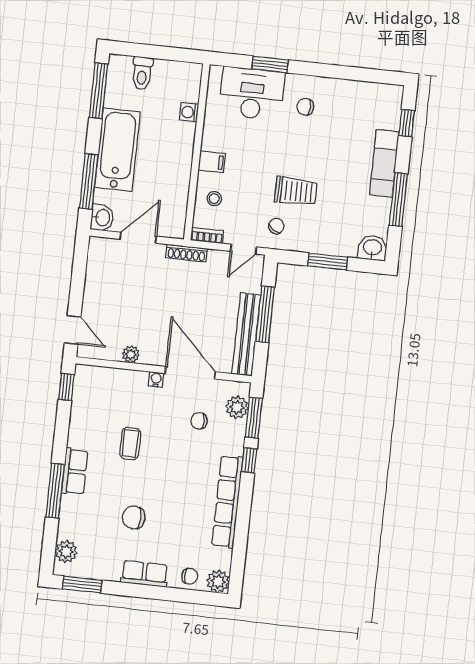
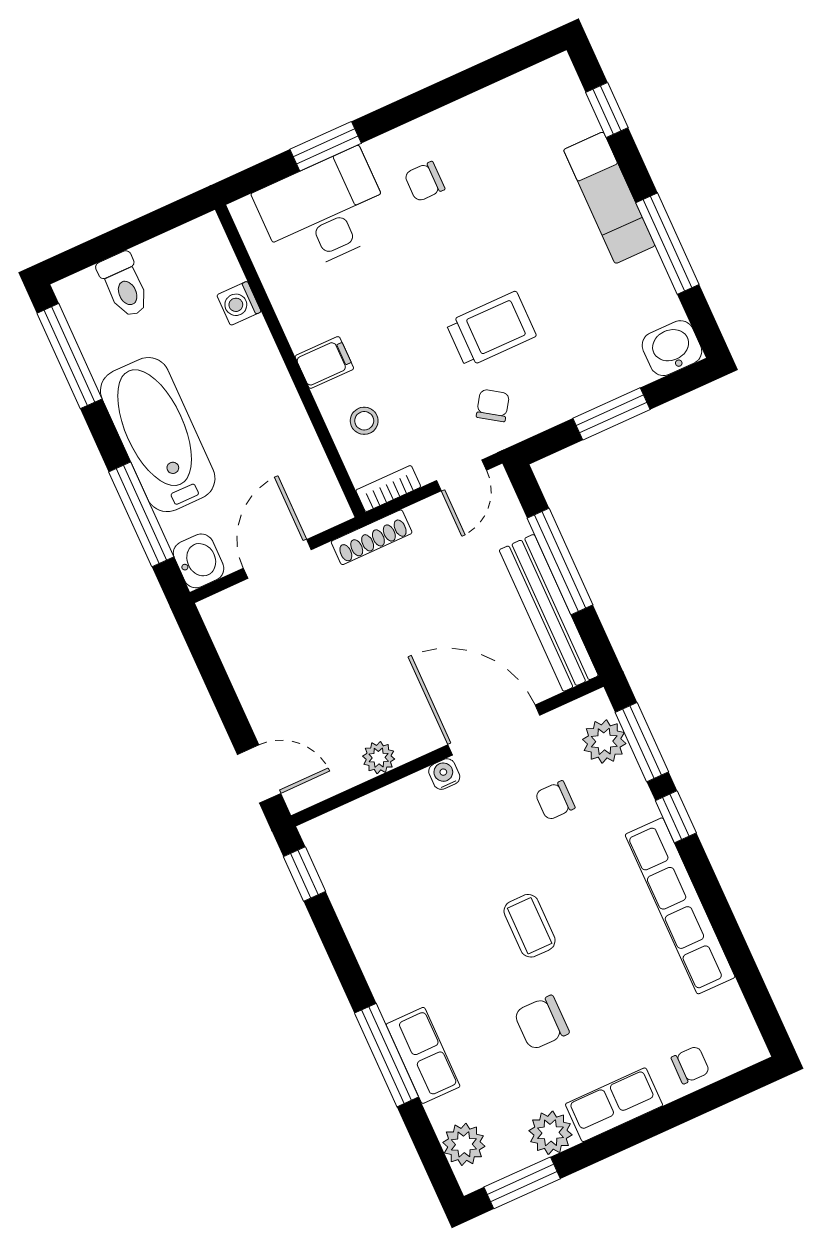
coffee table: (130, 443) -> (530, 926), moved
row of seats: (75, 472) -> (423, 1055), moved
plant: (218, 581) -> (550, 1133), moved

